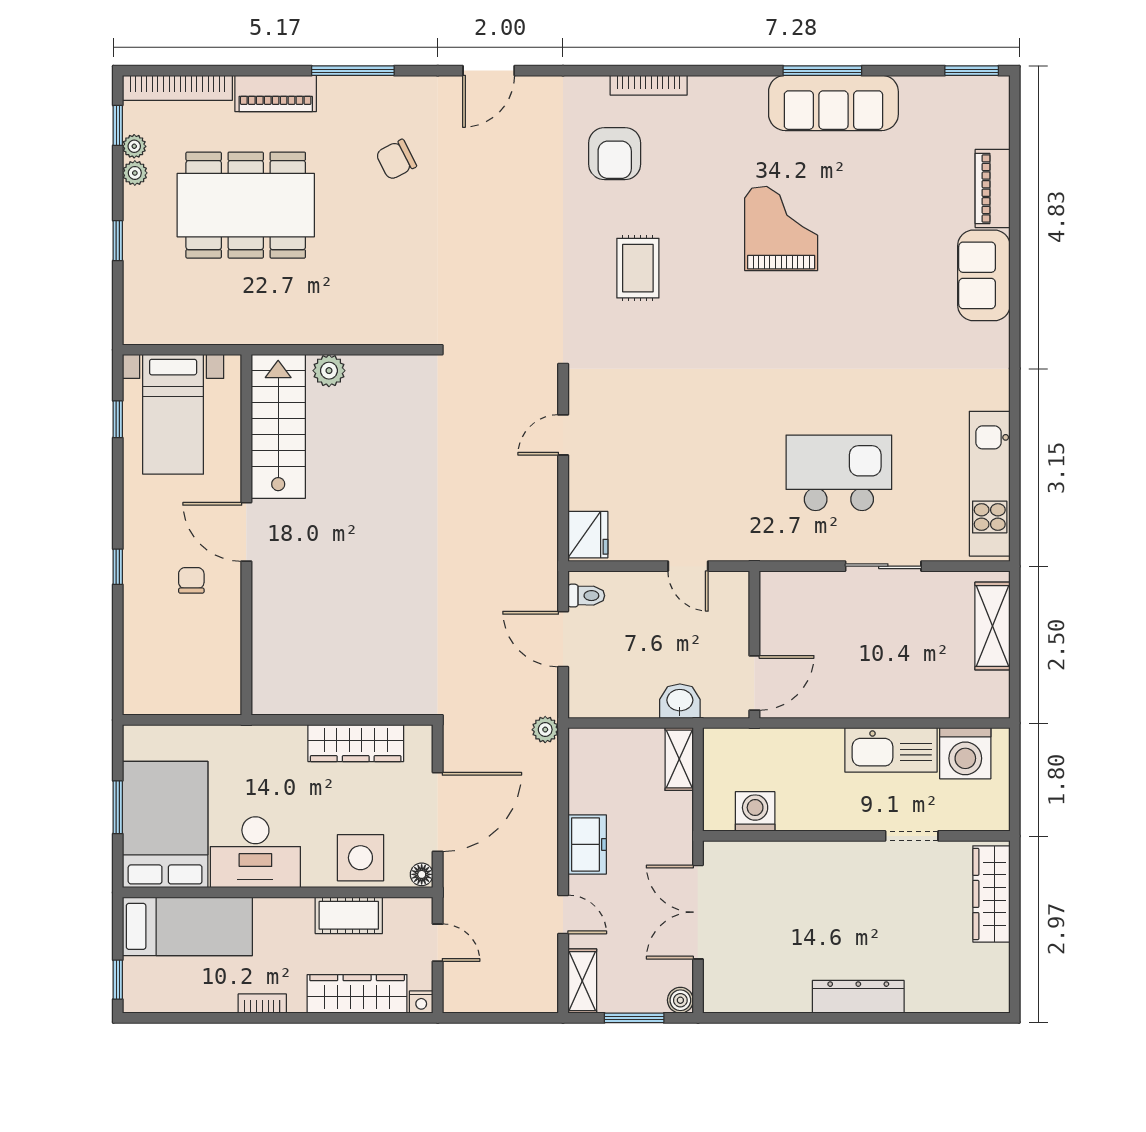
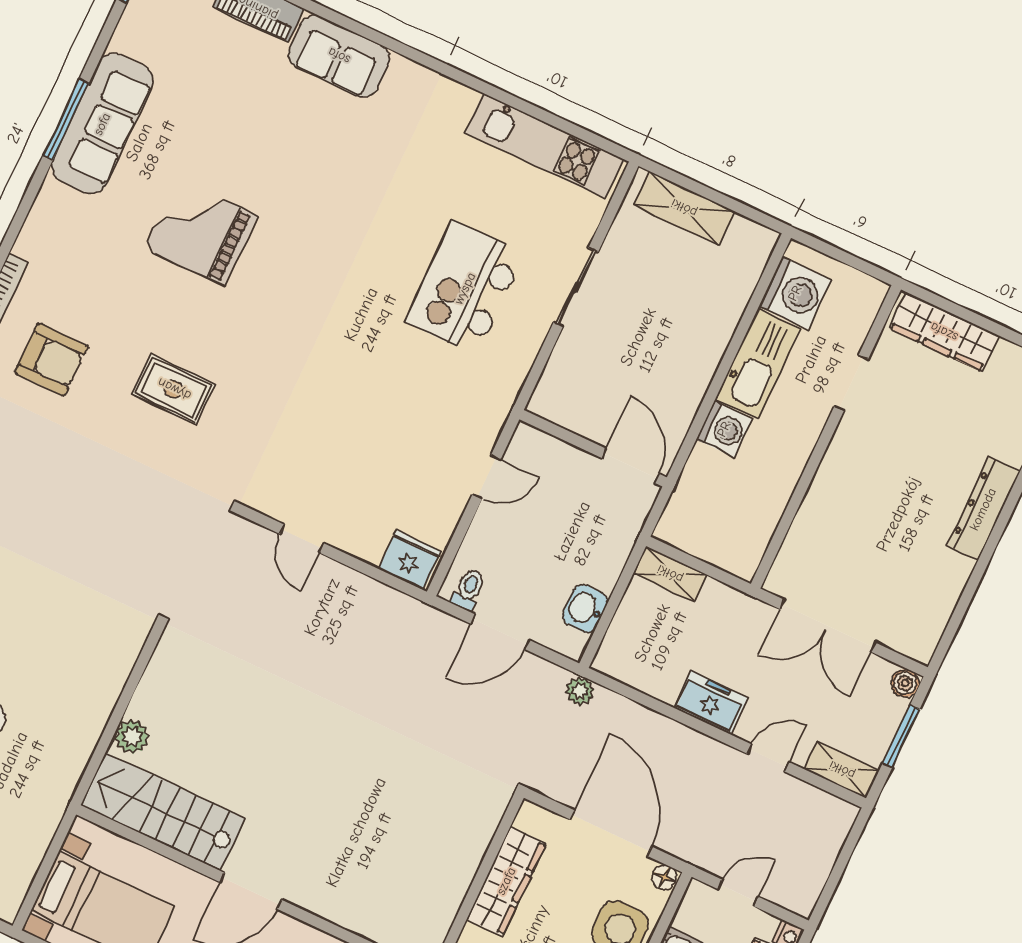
washbasin: (680, 701) -> (585, 609), moved
washing machine: (755, 811) -> (724, 429), moved, turned 180

